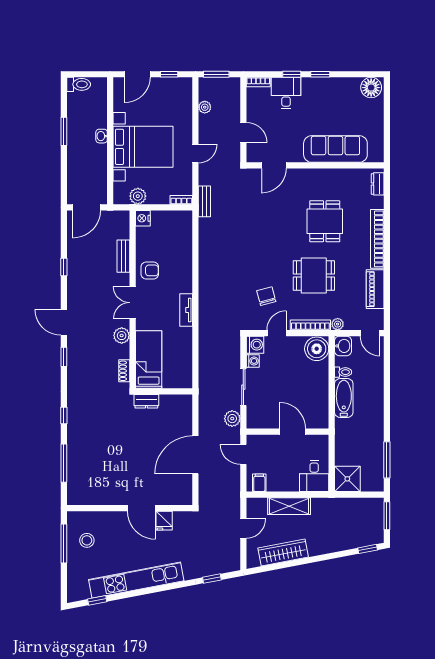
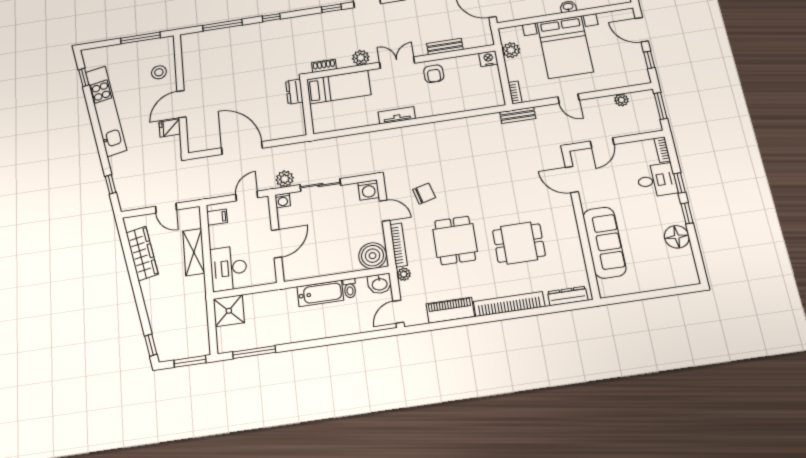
floor lamp: (371, 88) -> (677, 237), moved
dresser: (378, 184) -> (568, 296), width x1.44
washing machine: (253, 361) -> (283, 200), moved
desk: (314, 476) -> (229, 268), width x1.37
stool: (87, 540) -> (159, 72), moved

